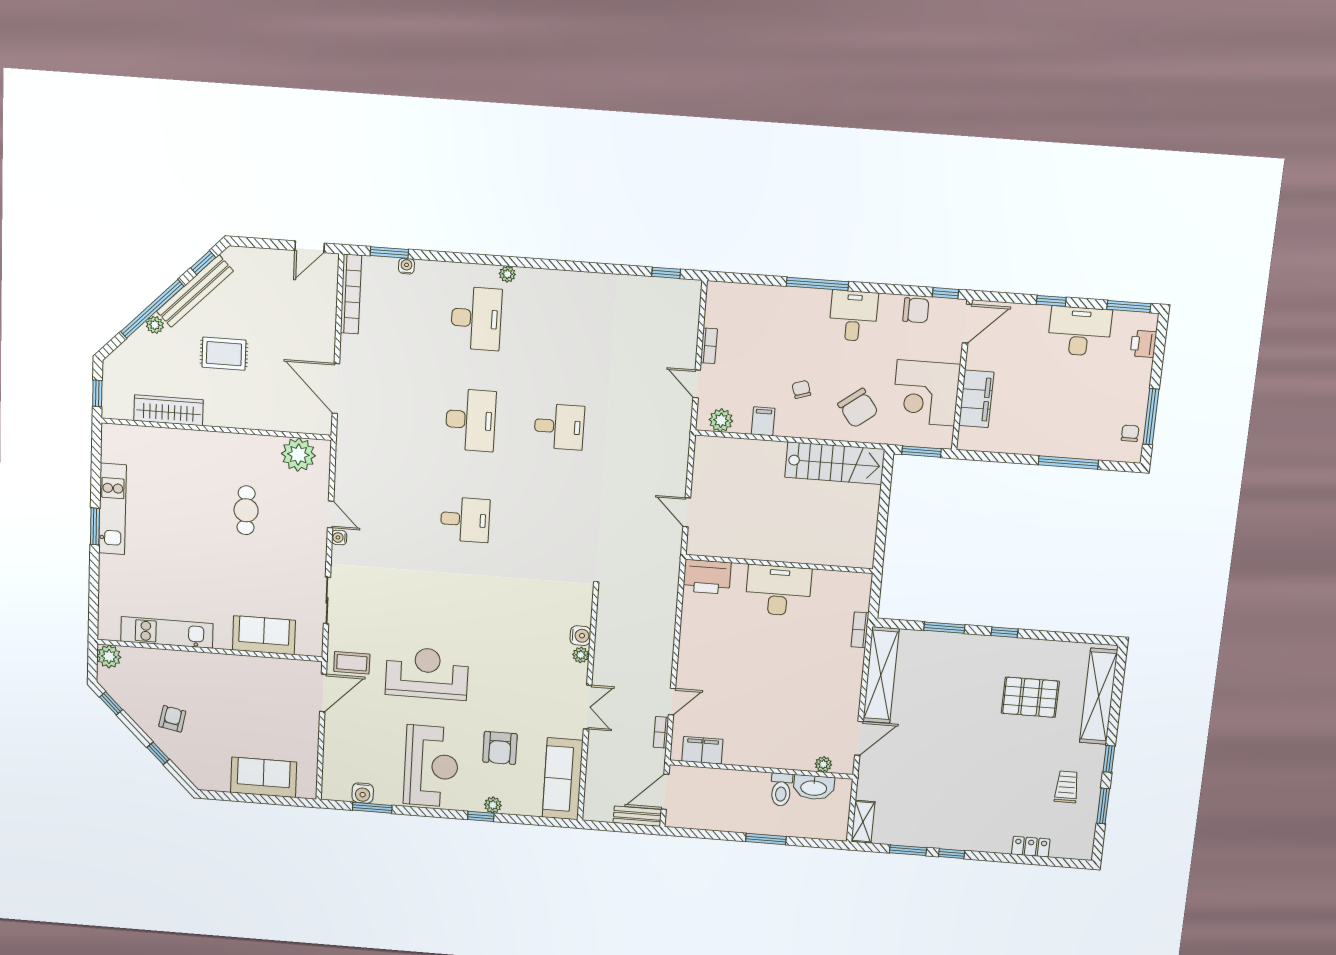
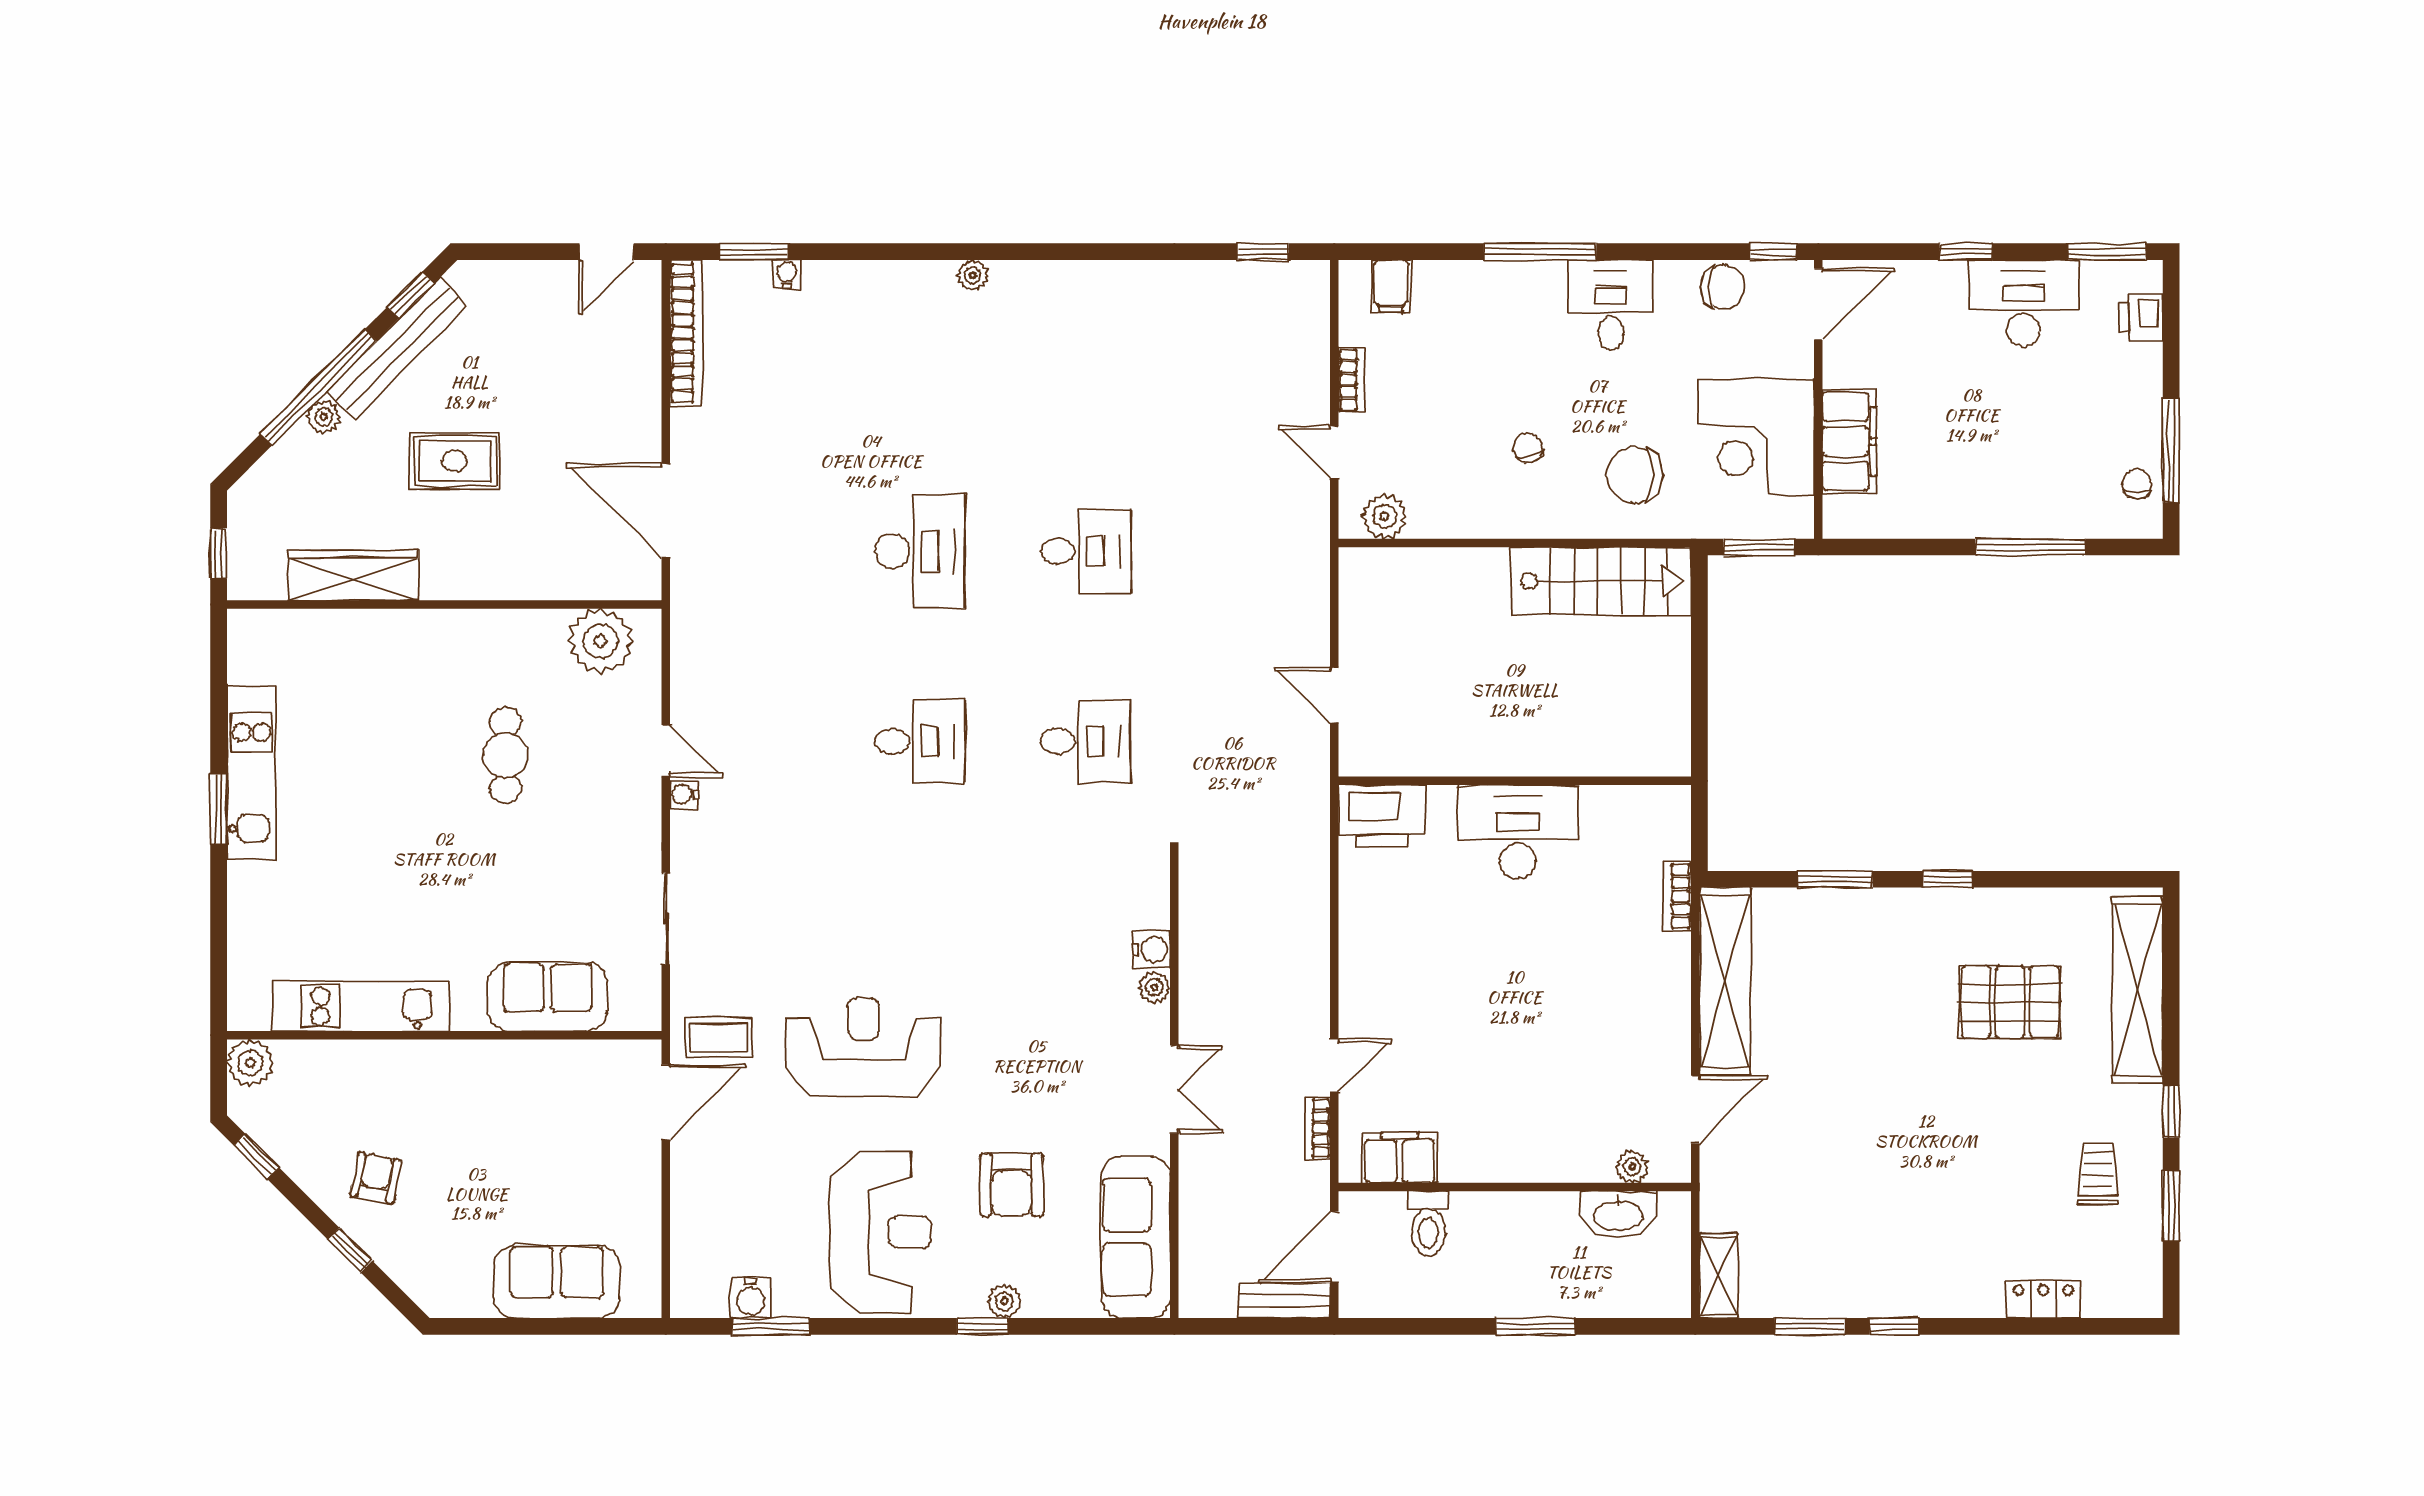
desk: (476, 318) -> (1086, 741), moved, width x0.73
chair: (858, 408) -> (1635, 475), turned 127
filing cabinet: (763, 421) -> (1391, 286), moved, turned 180
toilet: (781, 790) -> (1429, 1224), moved

